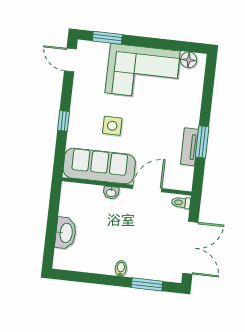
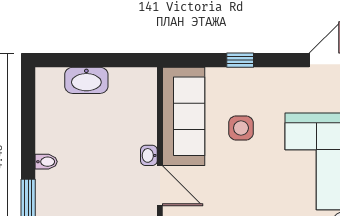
washbasin: (111, 193) -> (149, 155), moved

